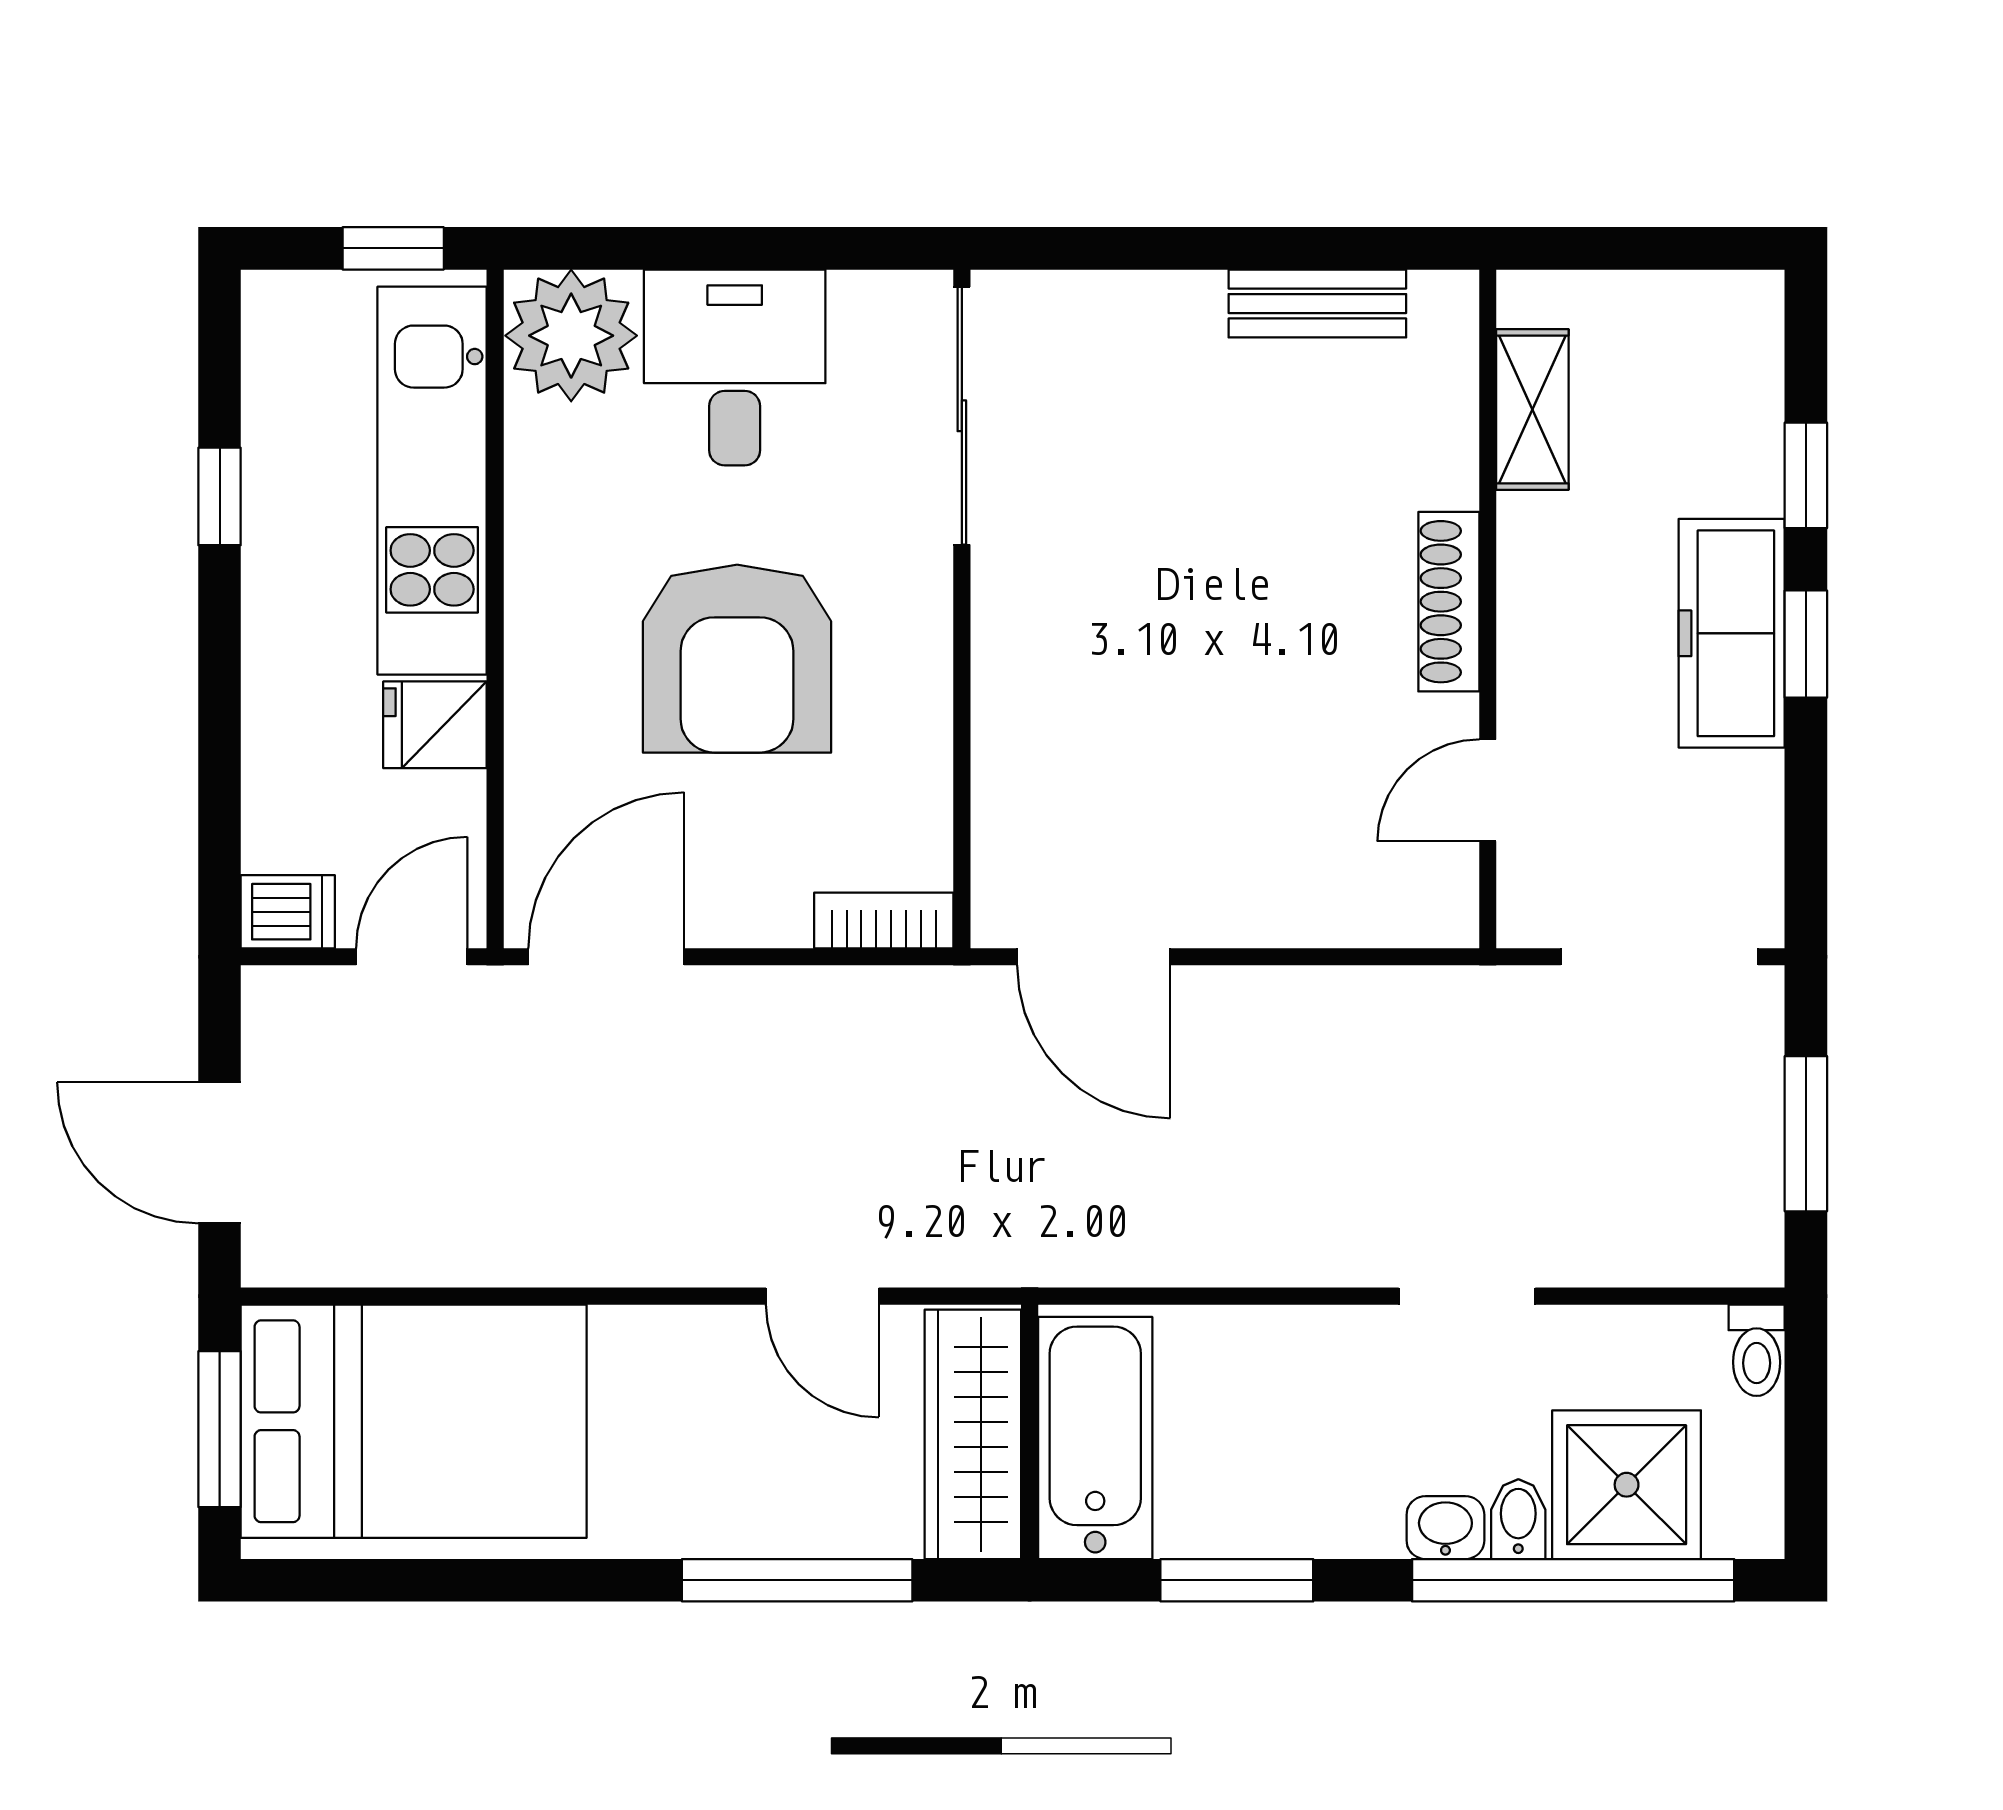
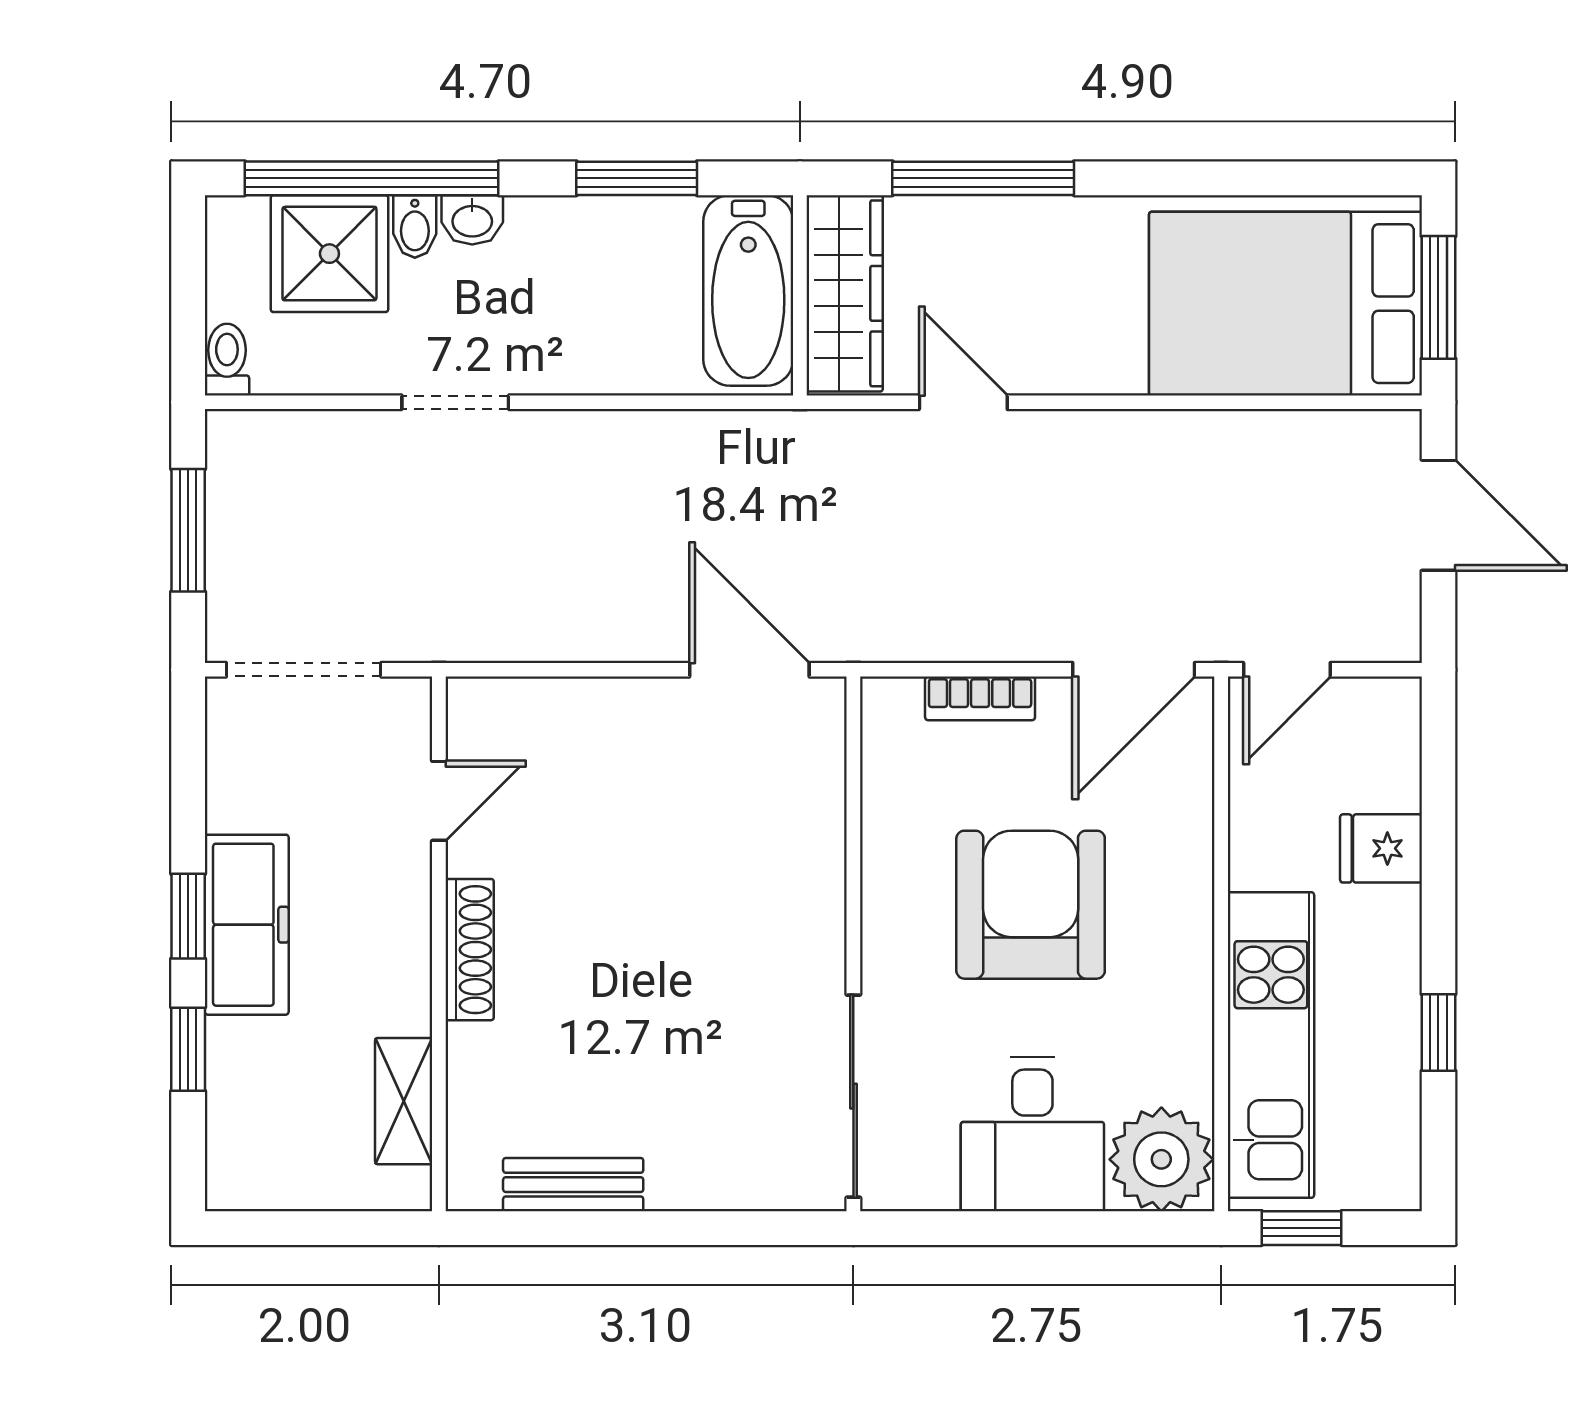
fridge: (435, 725) -> (1381, 848), moved, turned 180
dishwasher: (288, 912) -> (1385, 705), removed
bookcase: (884, 920) -> (980, 698), moved

